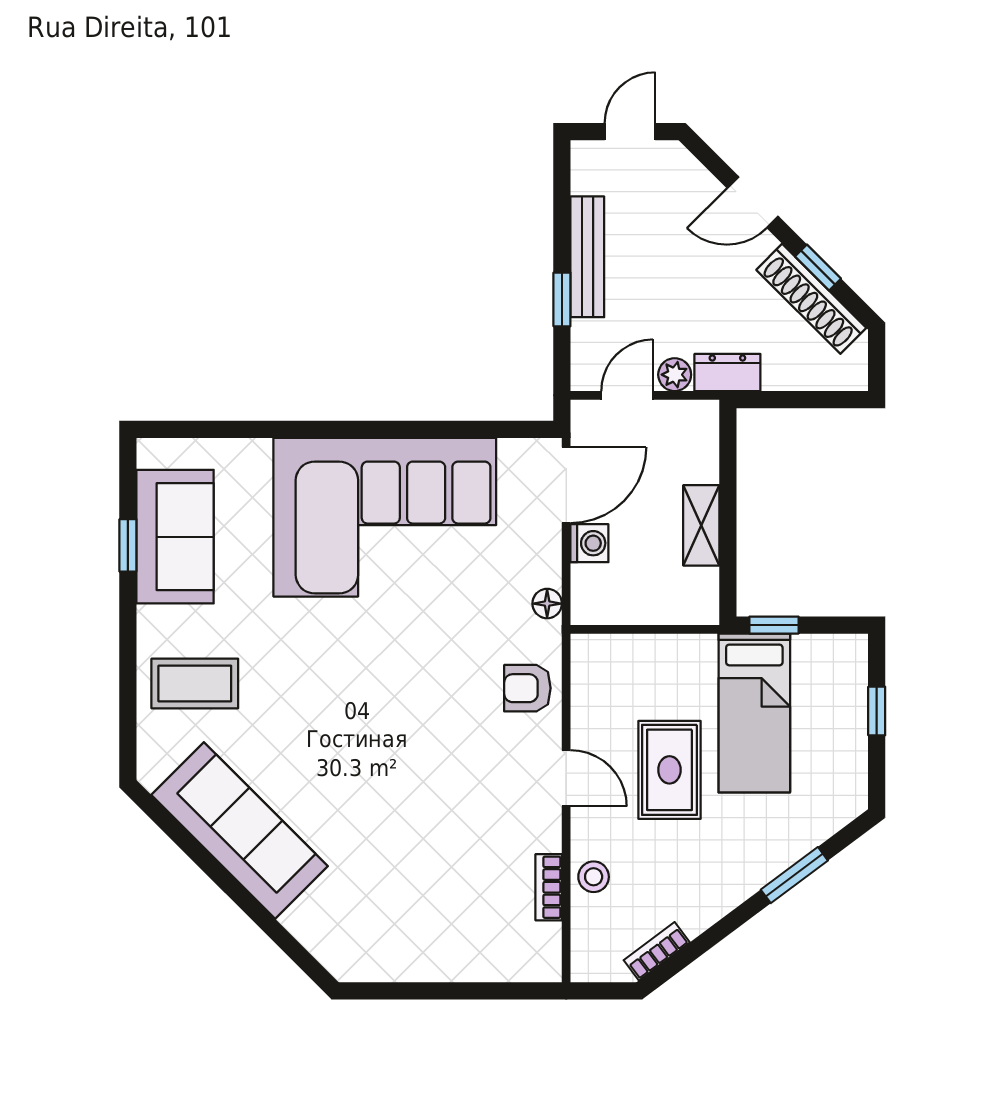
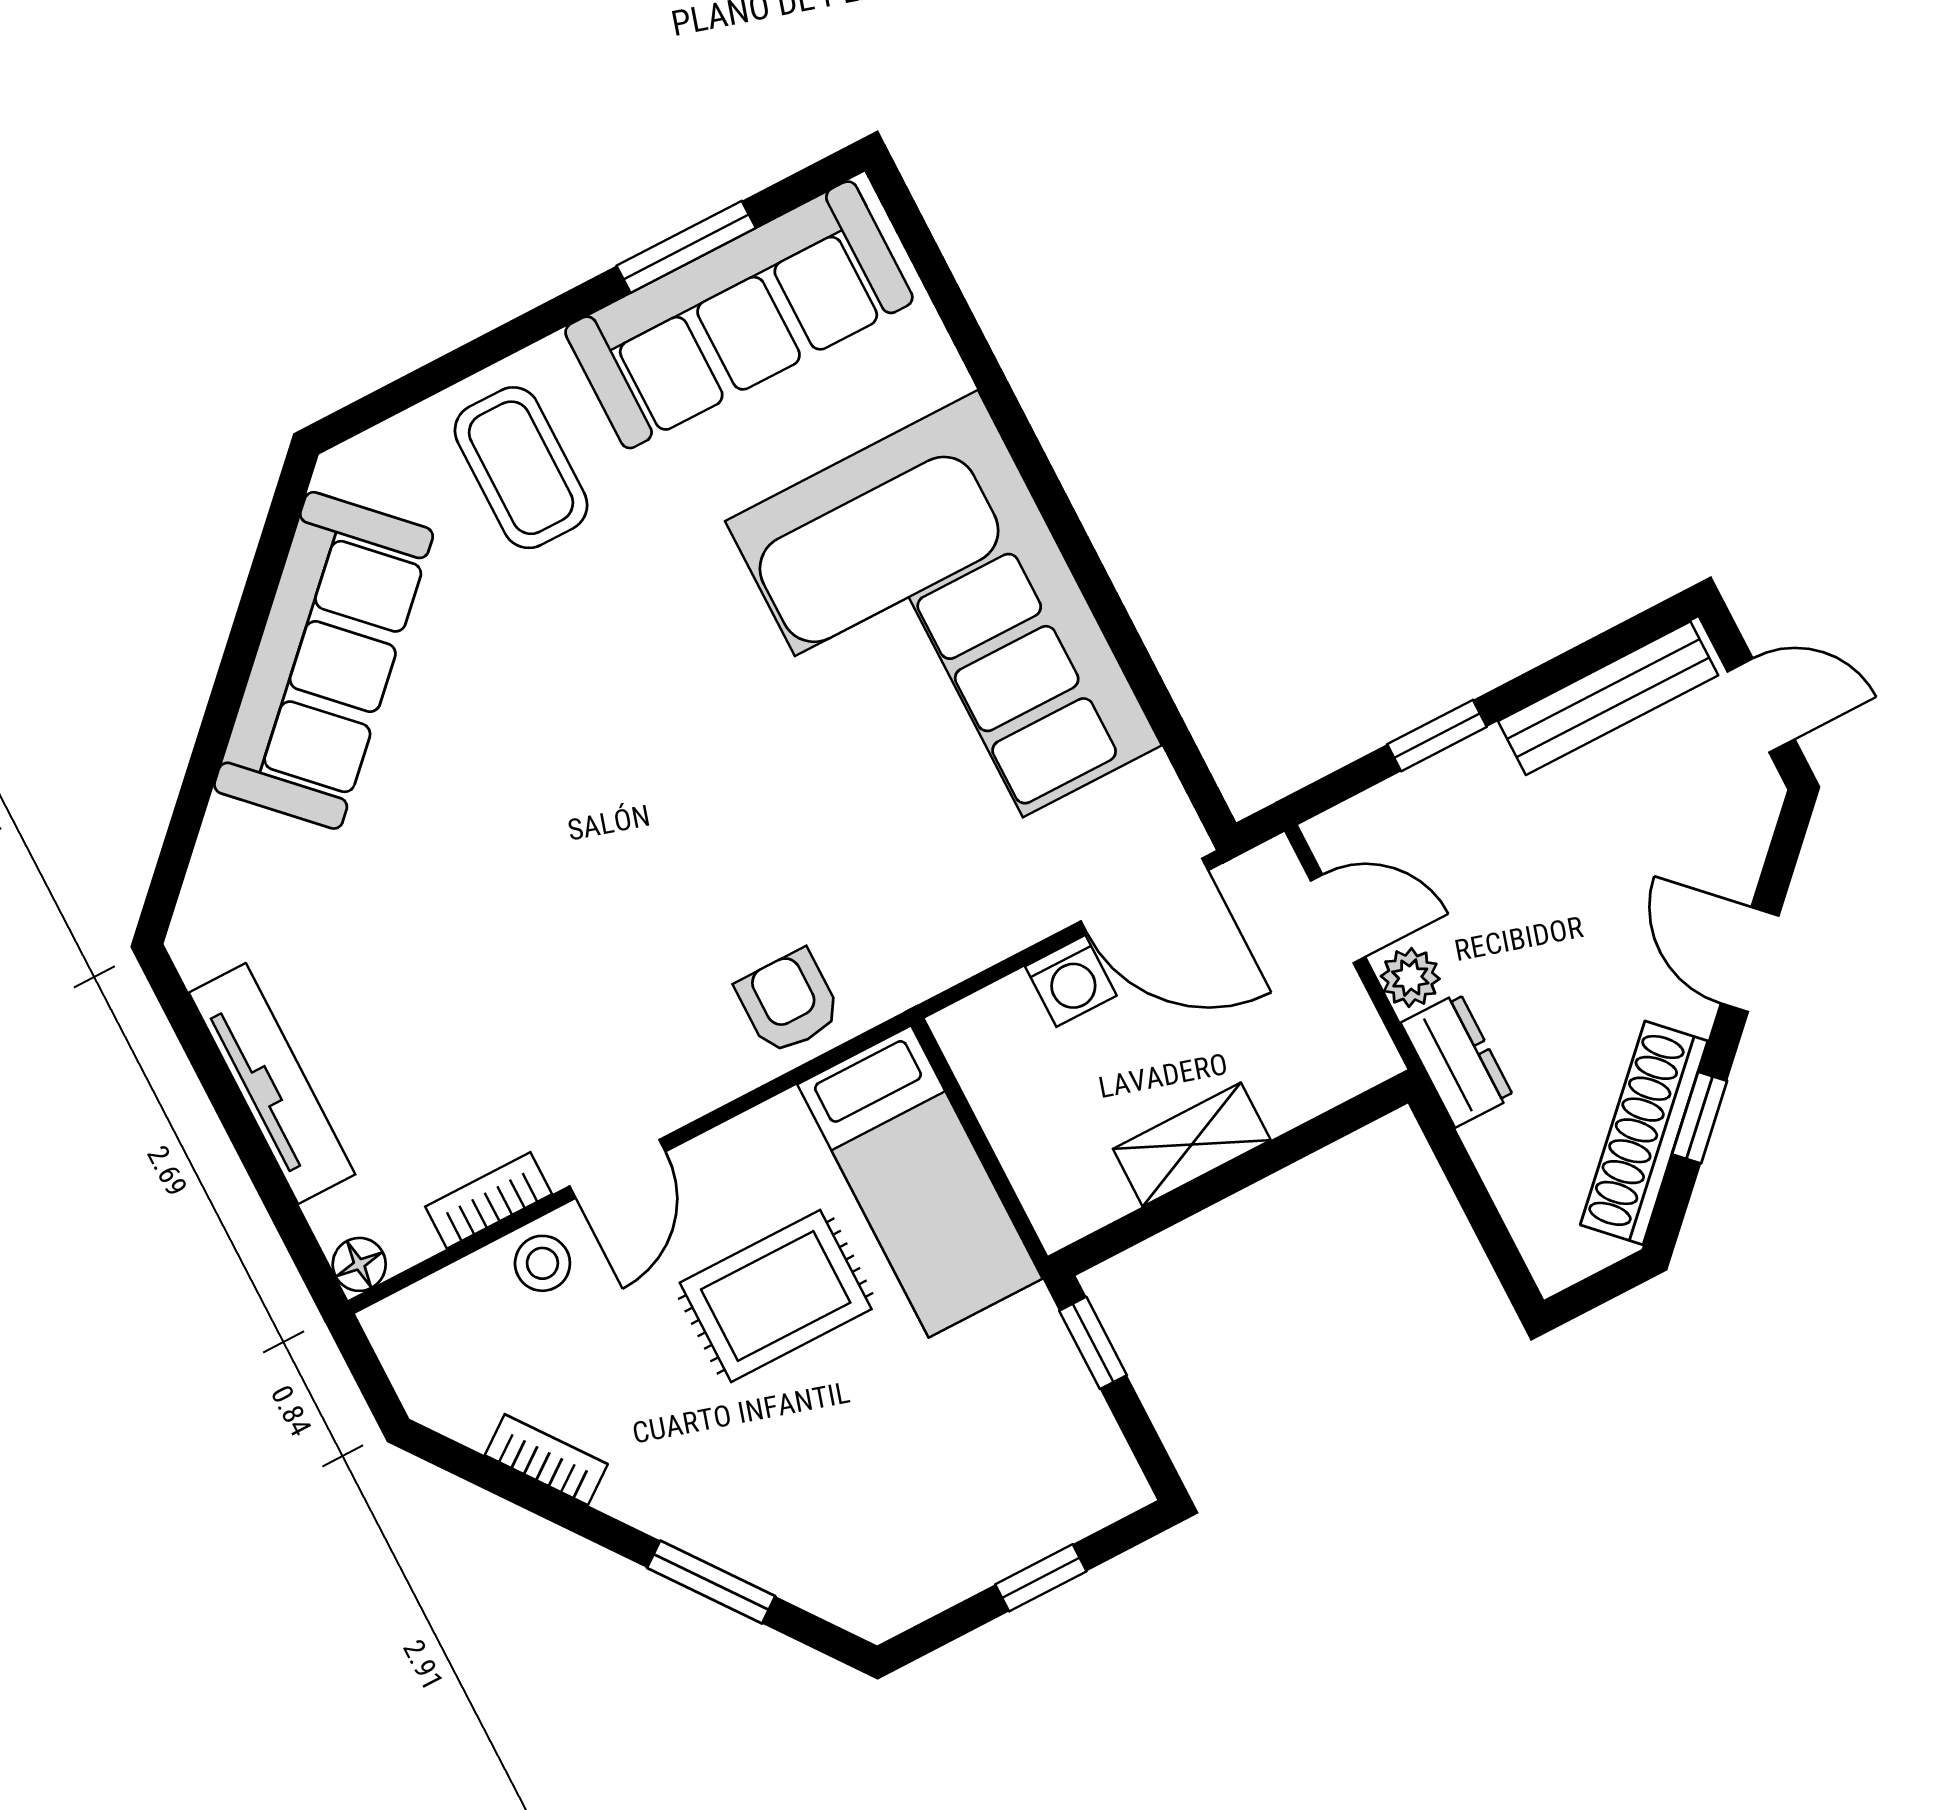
bench: (587, 257) -> (1608, 698), moved
sofa: (175, 537) -> (739, 315), width x1.36
window: (128, 545) -> (686, 247), width x1.50
floor lamp: (547, 604) -> (359, 1264), moved
bed: (754, 713) -> (920, 1182), moved, turned -90
door: (566, 778) -> (618, 1169), moved
bookcase: (657, 951) -> (546, 1460), moved
tv unit: (435, 964) -> (272, 1084), added

